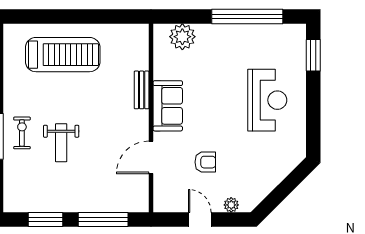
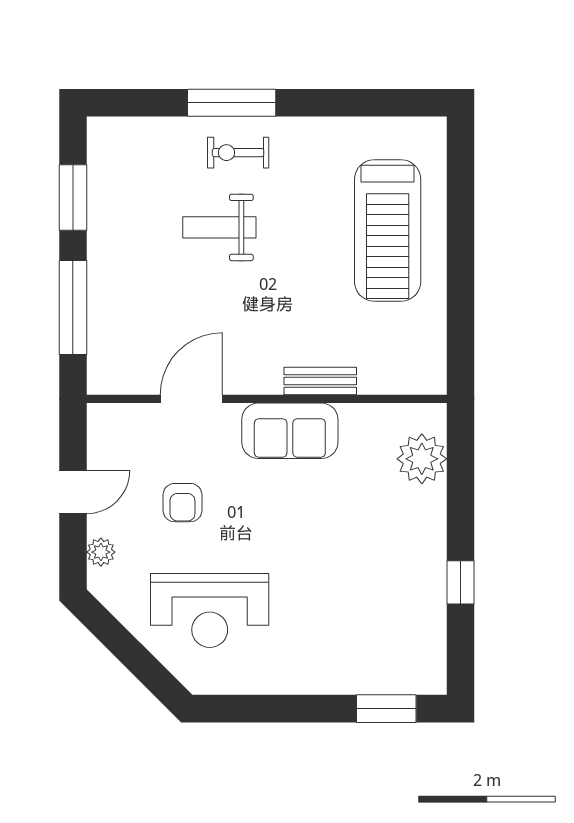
window: (247, 16) -> (460, 582), width x0.32
reception desk: (267, 100) -> (210, 610), moved
exercise bike: (22, 133) -> (238, 153), turned 180
door: (151, 157) -> (191, 399), hinge flipped

